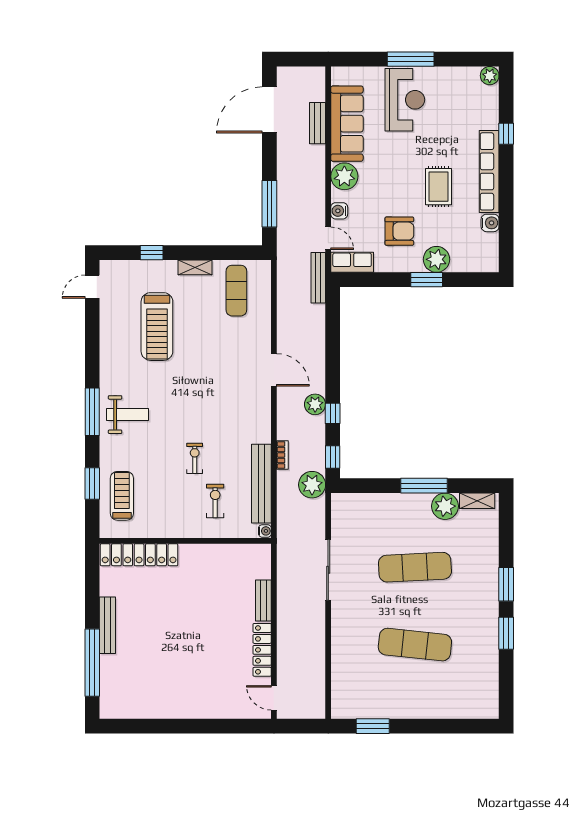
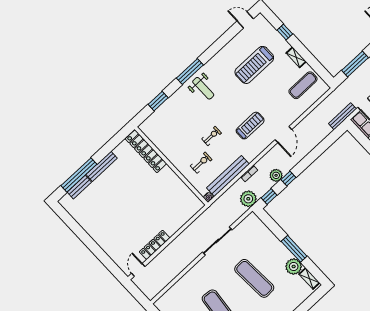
plant: (315, 404) -> (276, 175), moved
treadmill: (122, 496) -> (250, 126), moved
bench: (263, 600) -> (79, 187), moved

